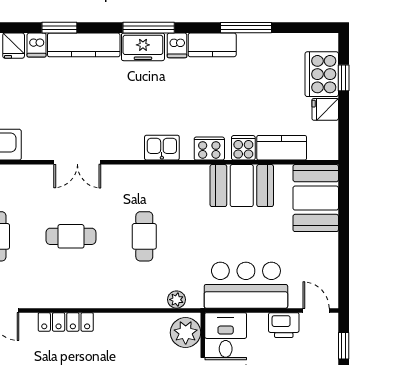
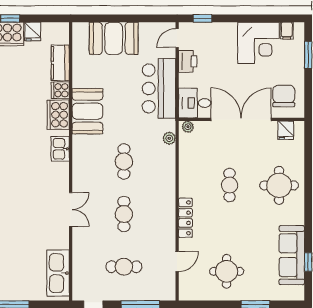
cooker: (209, 149) -> (58, 115), width x1.37, depth x1.31
booth: (242, 186) -> (87, 111), moved
booth: (316, 198) -> (114, 38), moved
cafe table: (144, 236) -> (124, 161), turned 90
plant: (186, 333) -> (188, 127), width x0.53, depth x0.53

